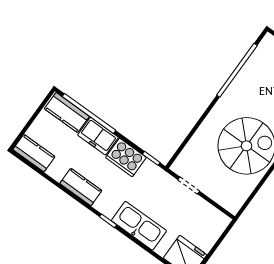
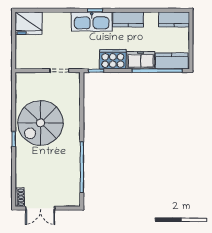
kitchen sink: (139, 226) -> (92, 21), moved

